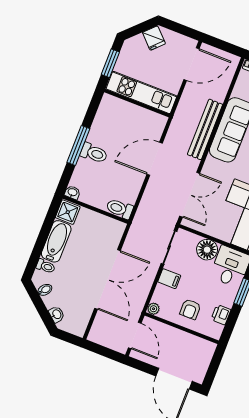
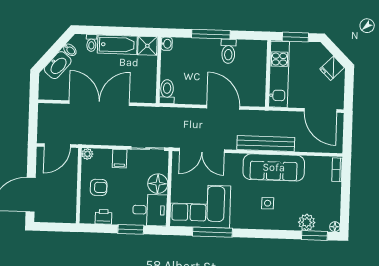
toilet: (94, 153) -> (228, 51), moved
double door: (108, 279) -> (99, 103), swing flipped
armchair: (190, 309) -> (99, 187), turned 180
washbasin: (57, 314) -> (58, 65), width x1.91, depth x1.45

